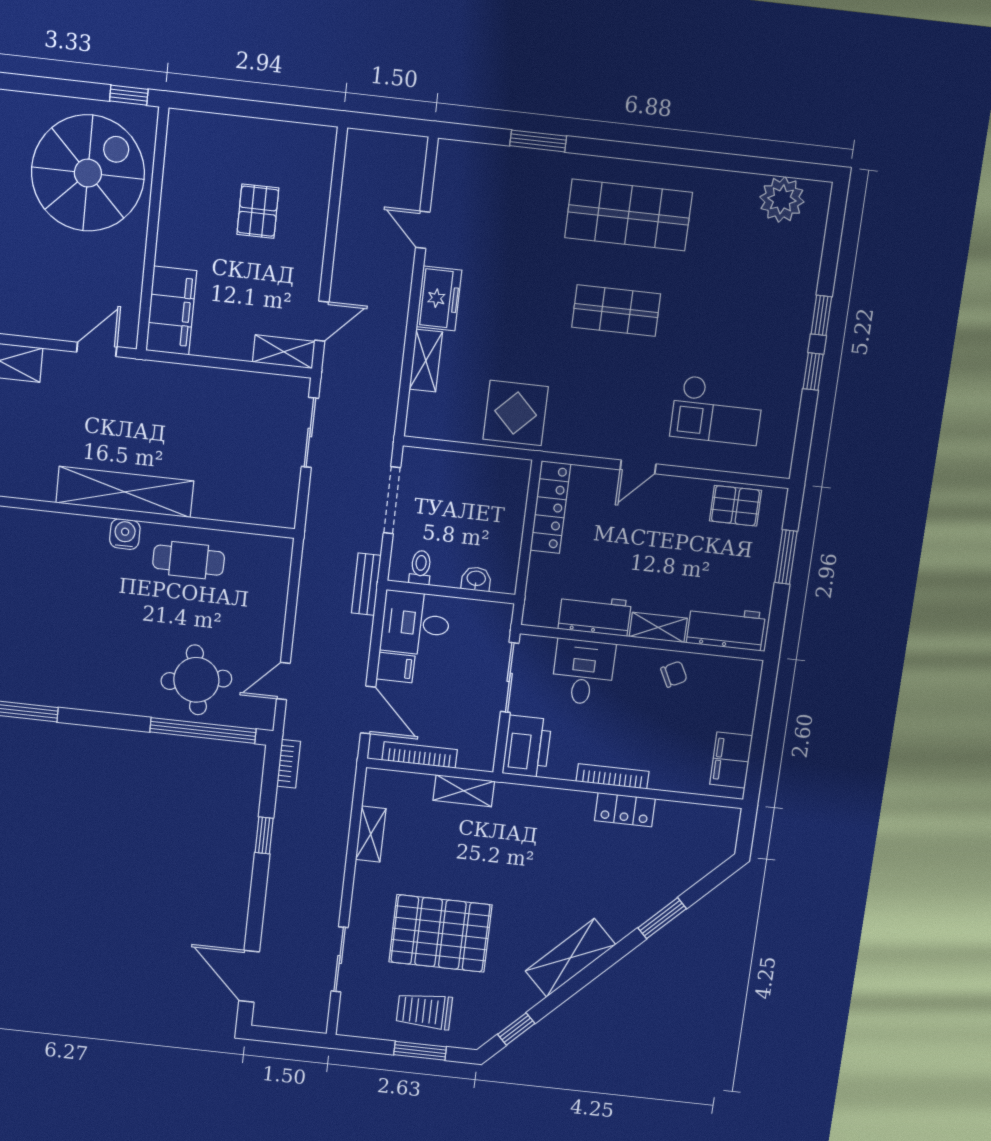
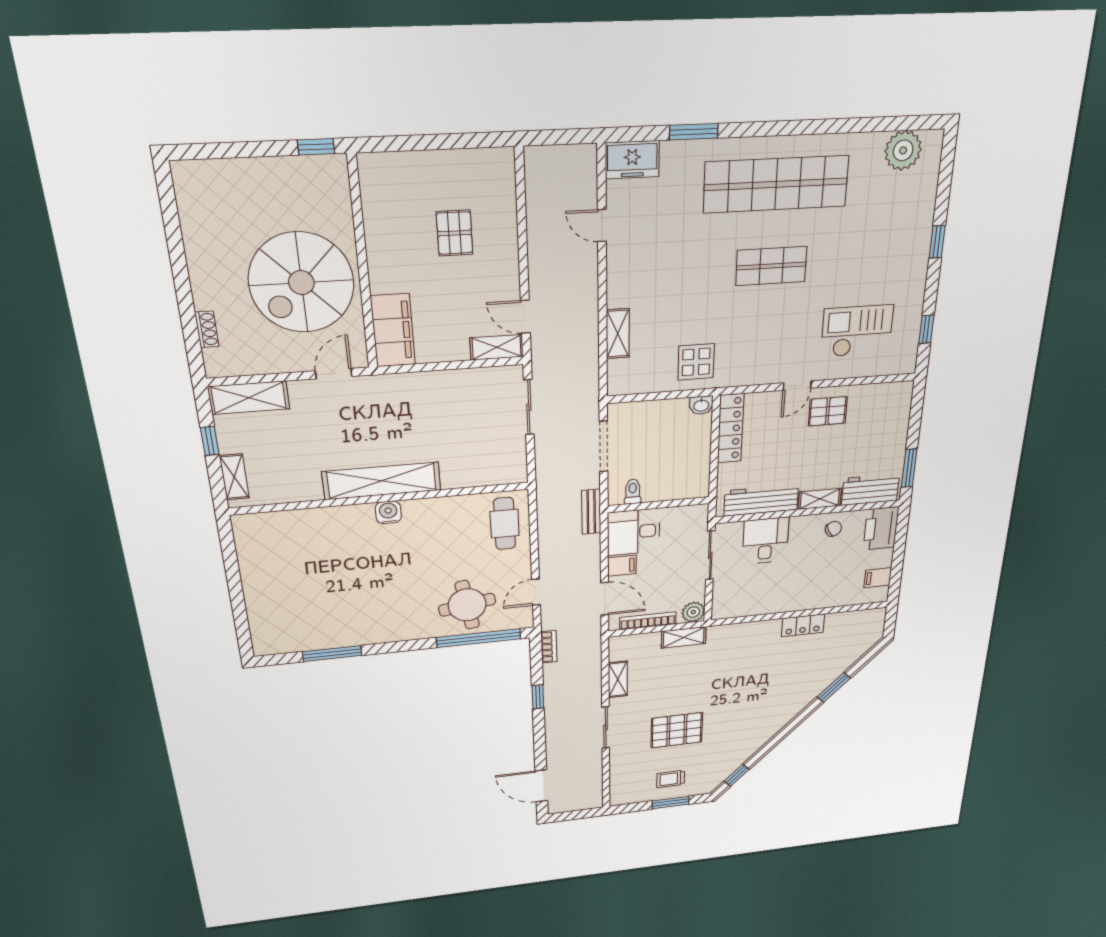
spiral stairs: (88, 173) -> (301, 283), moved, turned 180
shop shelf: (629, 215) -> (776, 184), width x1.40
freezer: (439, 298) -> (632, 160), moved, turned 90
door: (322, 321) -> (525, 317), swing flipped
window: (813, 371) -> (926, 329), moved
checkout: (717, 410) -> (857, 331), turned 180
display table: (516, 413) -> (696, 362), width x0.73, depth x0.73
pallet: (735, 506) -> (828, 411), moved
window: (786, 557) -> (909, 468), moved
cafe table: (189, 560) -> (505, 524), moved, turned 90
washbasin: (476, 579) -> (701, 405), moved, turned 180
workbench: (595, 615) -> (761, 500), width x1.38
printer: (527, 747) -> (881, 528), moved, turned 180
plant: (480, 756) -> (693, 612), added
filing cabinet: (731, 760) -> (878, 578), width x0.50
bookcase: (612, 776) -> (792, 606), removed
pallet: (440, 933) -> (677, 730), width x0.73, depth x0.71
shelving: (570, 958) -> (771, 725), removed
sliding door: (340, 959) -> (606, 727), moved
trolley: (424, 1011) -> (671, 779), width x0.73, depth x0.72

